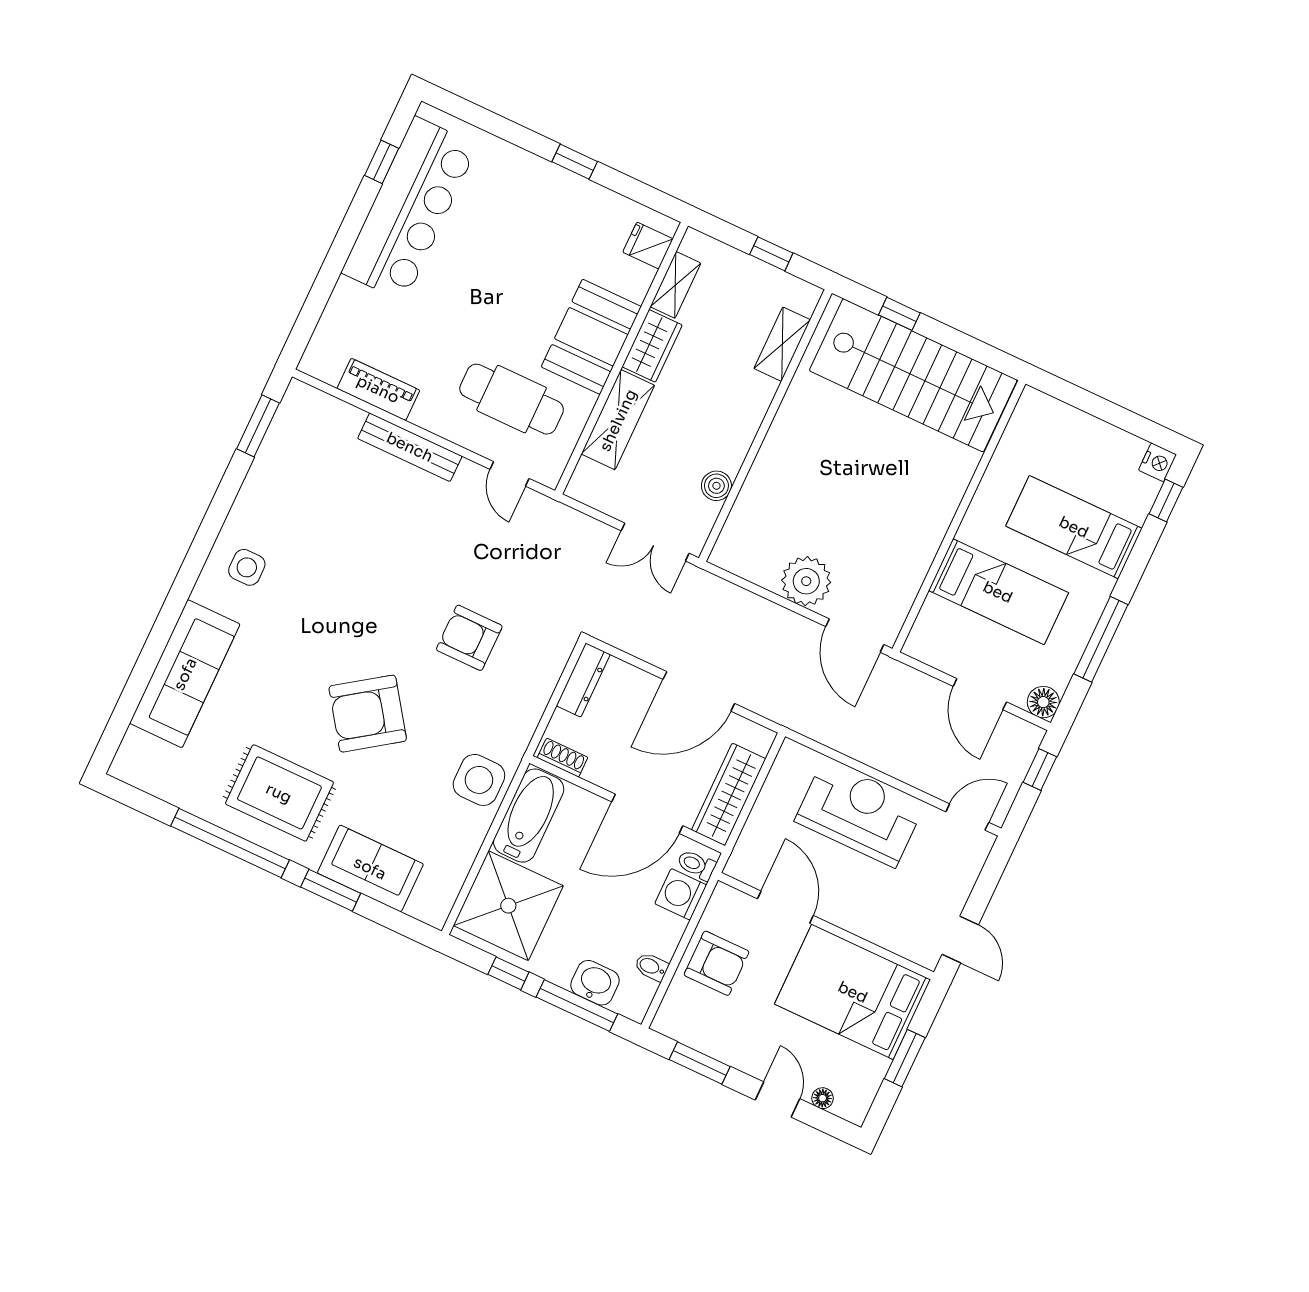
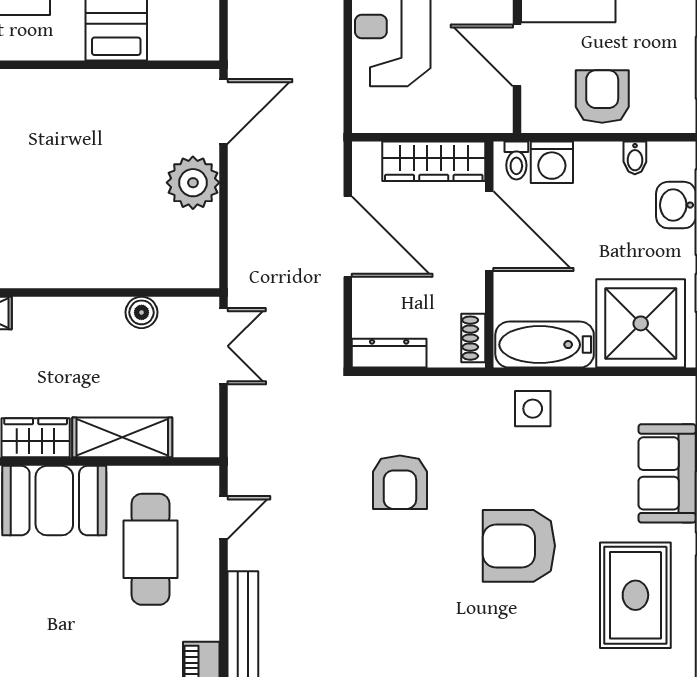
armchair: (368, 714) -> (519, 546), turned 125
side table: (479, 780) -> (533, 409), width x0.73, depth x0.73
door: (785, 907) -> (517, 55), hinge flipped

